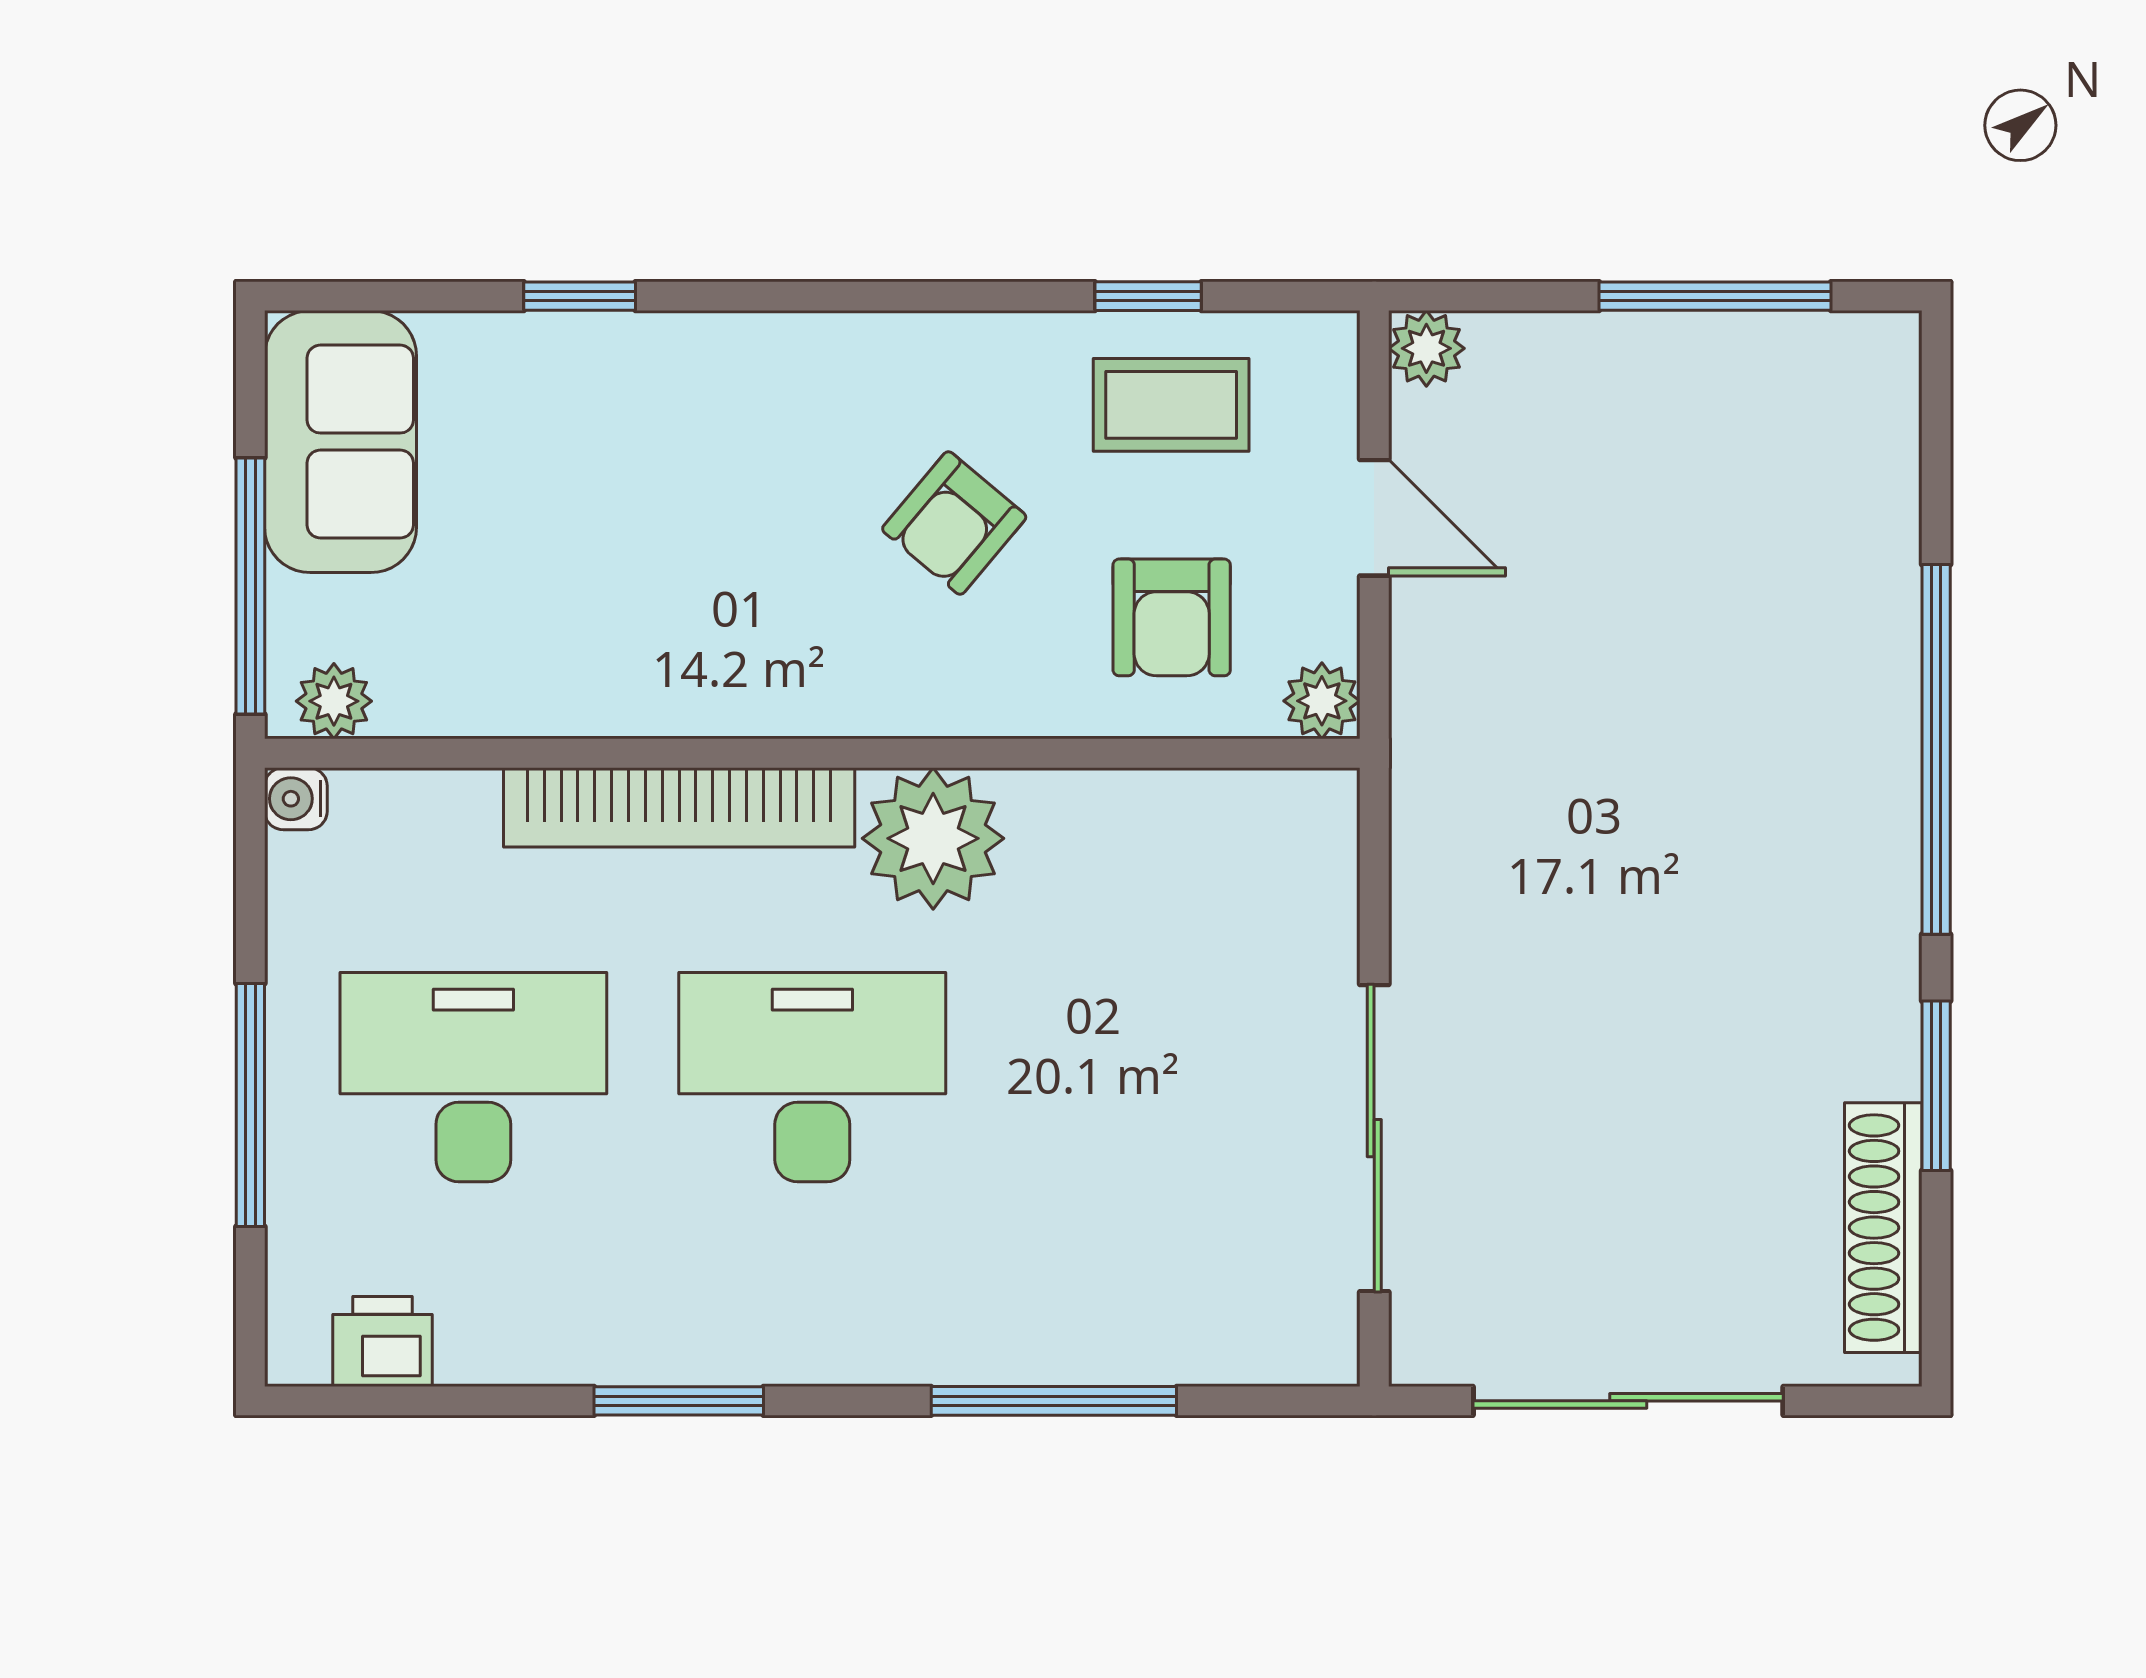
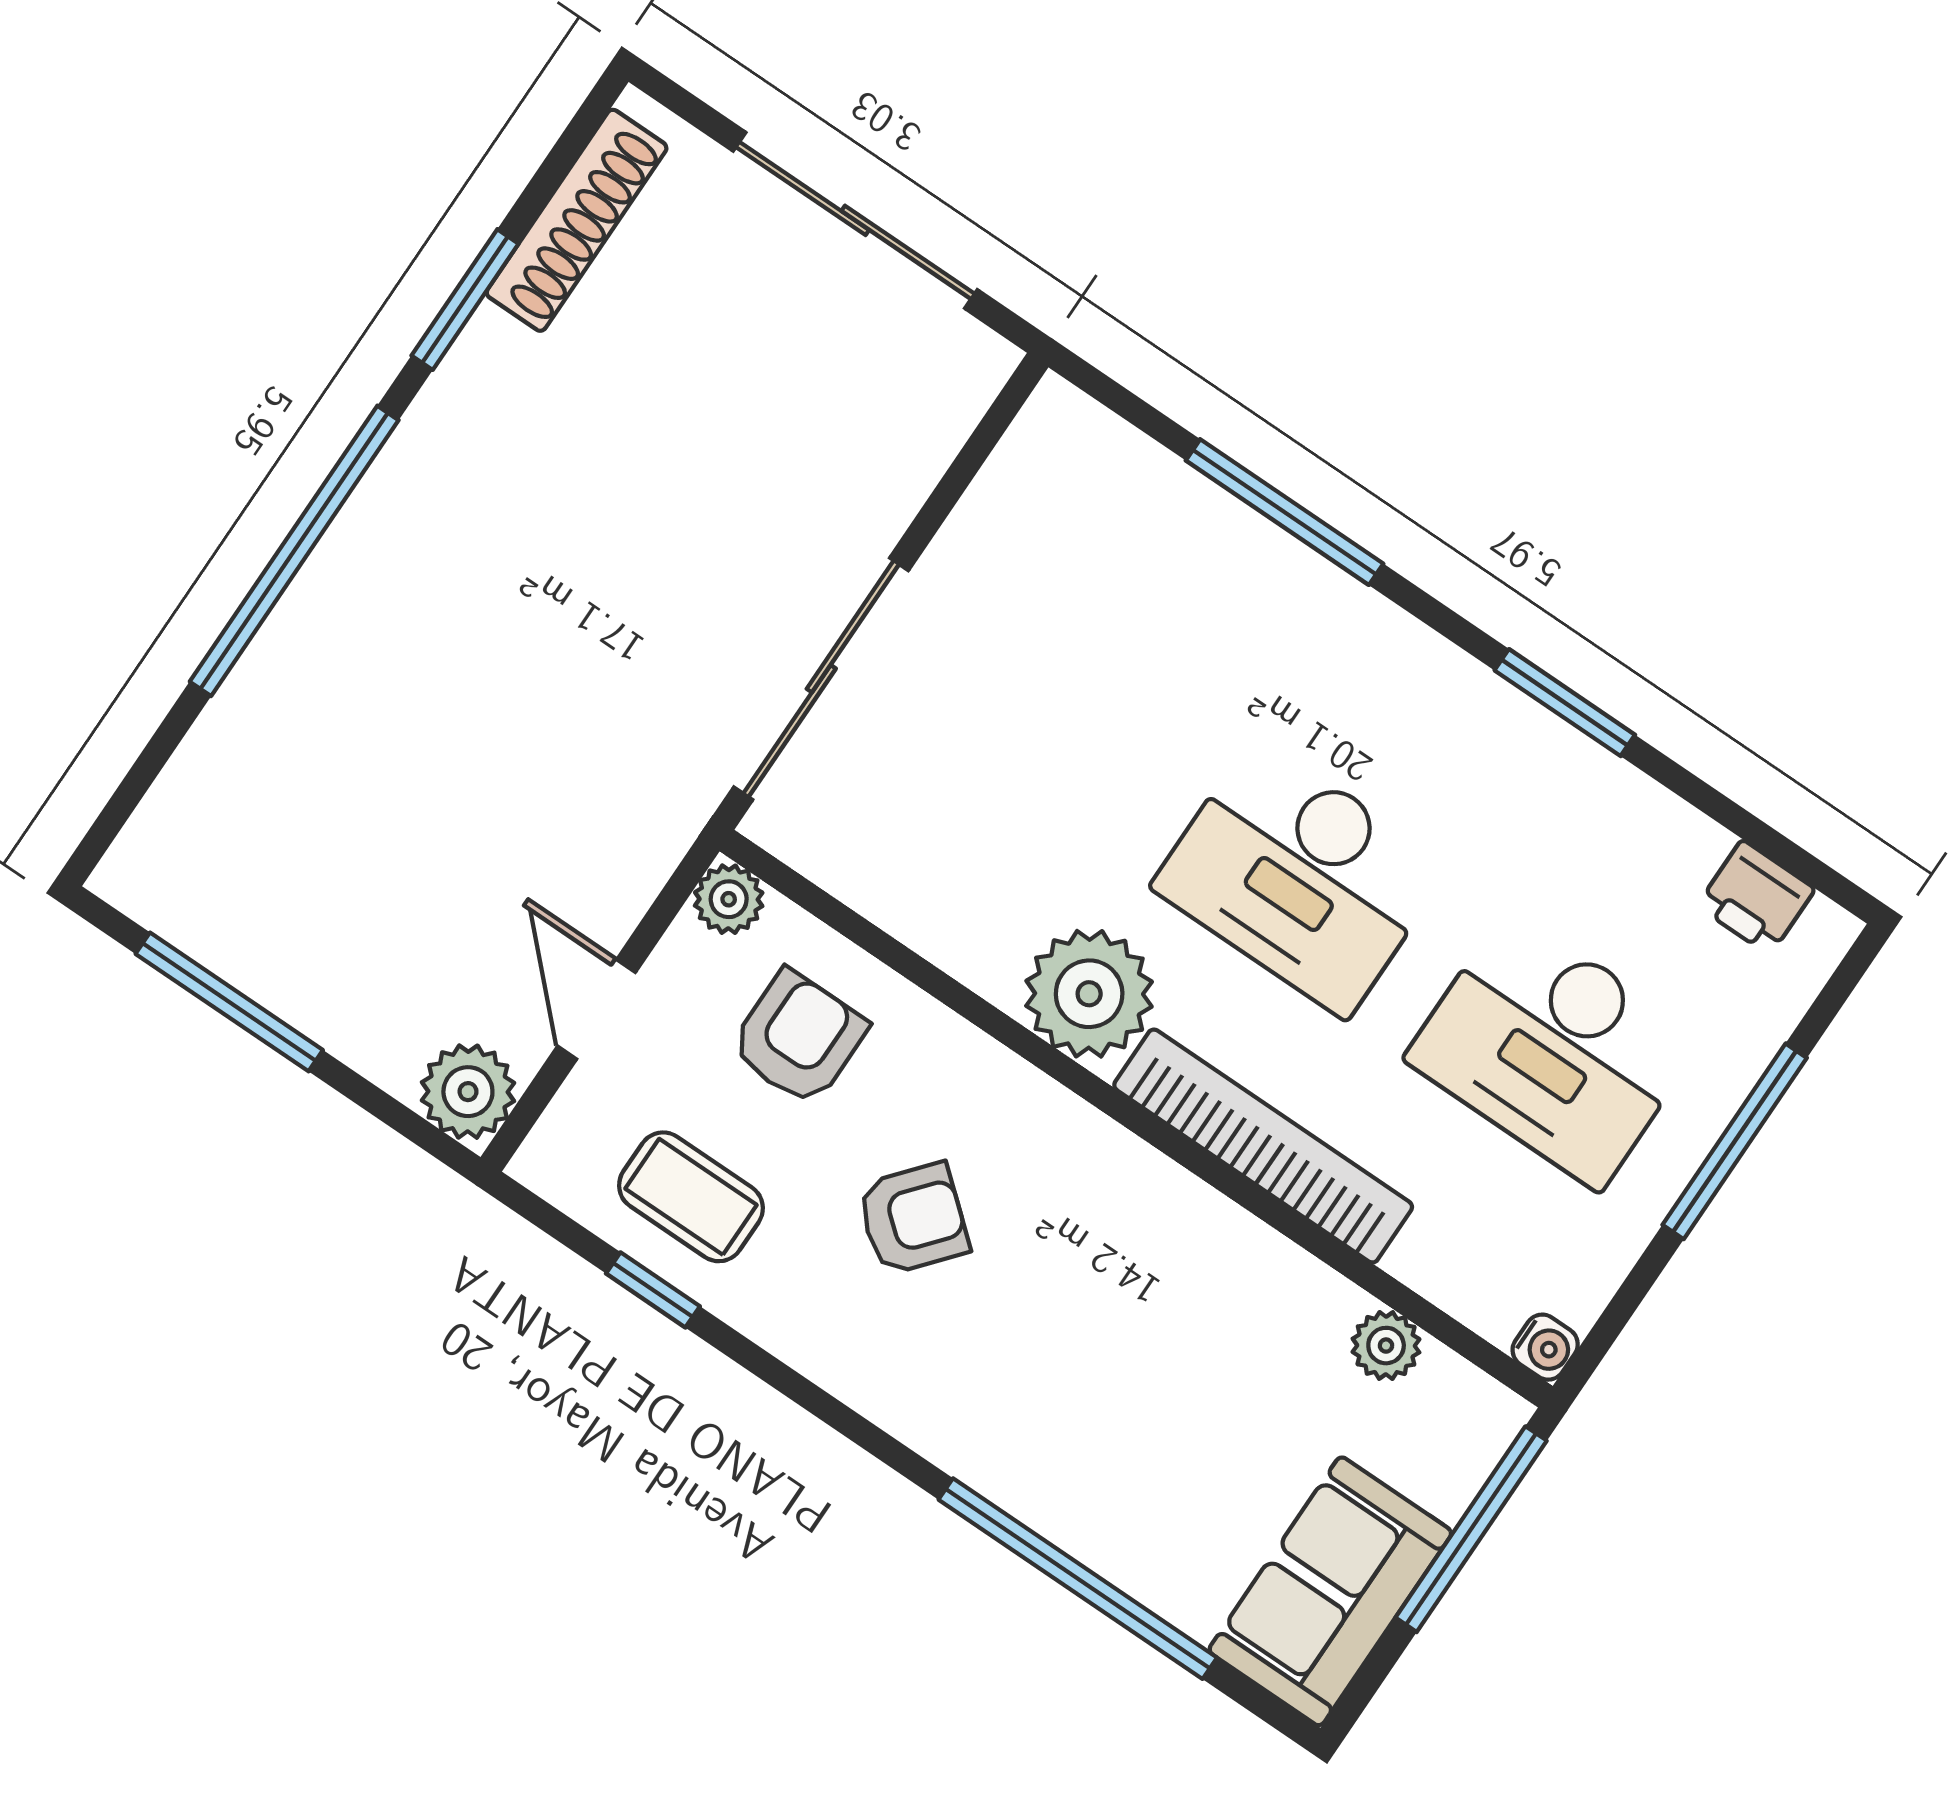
window: (580, 296) -> (1078, 1579), width x3.17
plant: (1426, 348) -> (468, 1092), width x1.38, depth x1.38
plant: (334, 701) -> (1386, 1346), moved
sliding door: (1374, 1138) -> (821, 679), moved

